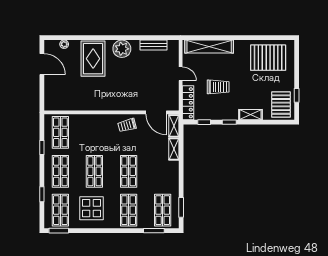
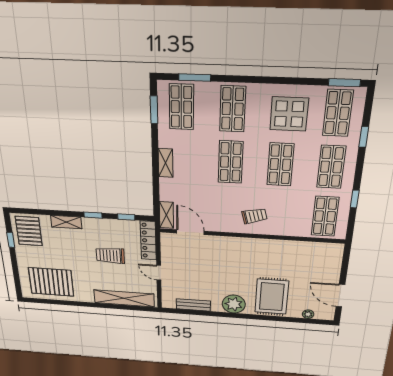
trolley: (127, 125) -> (255, 216), moved
shelving: (174, 149) -> (166, 163), moved

